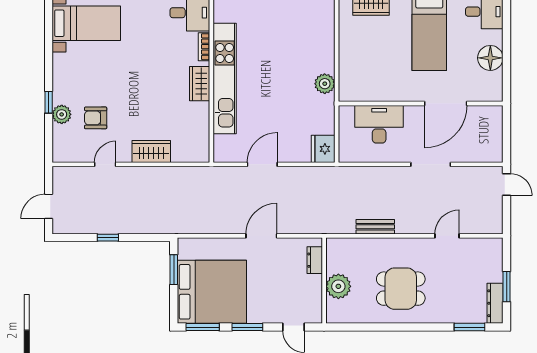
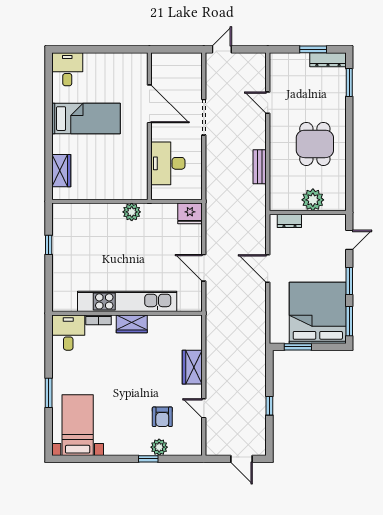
floor lamp: (490, 58) -> (109, 64), removed

